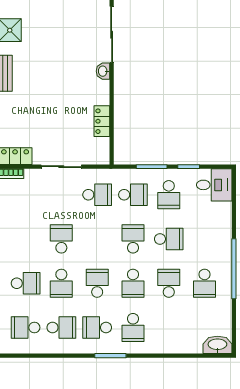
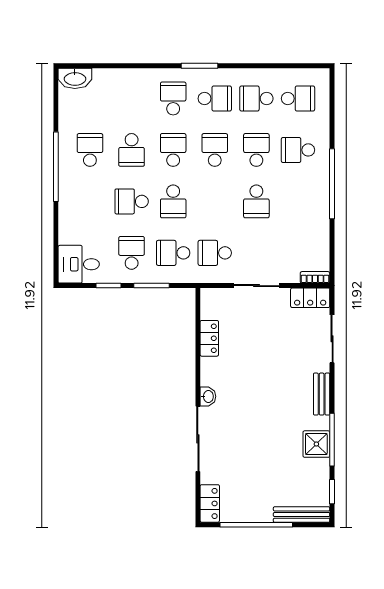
school desk: (97, 283) -> (215, 150), turned 180

